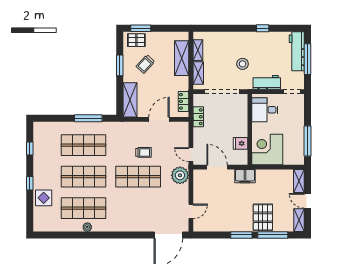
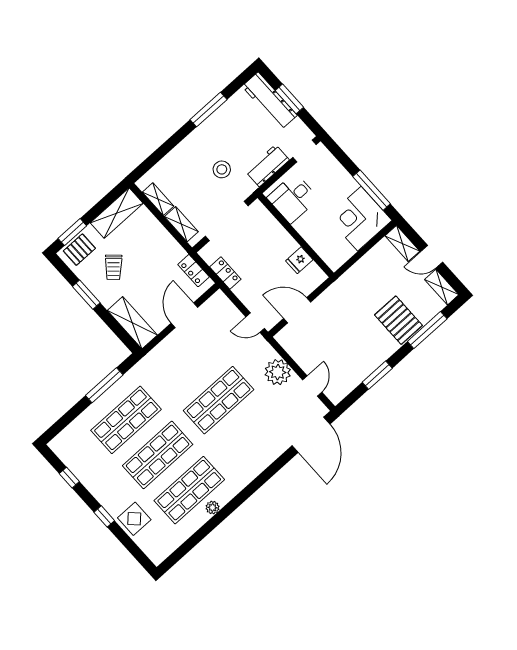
window: (263, 28) -> (208, 110), width x2.17
shelving: (182, 58) -> (117, 213), moved, turned 90
window: (308, 59) -> (289, 99), width x0.69
corner desk: (267, 150) -> (359, 219), moved
trolley: (143, 152) -> (200, 368), removed
plant: (180, 175) -> (278, 372), moved
filing cabinet: (245, 176) -> (337, 292), removed
window: (241, 235) -> (377, 375), moved

